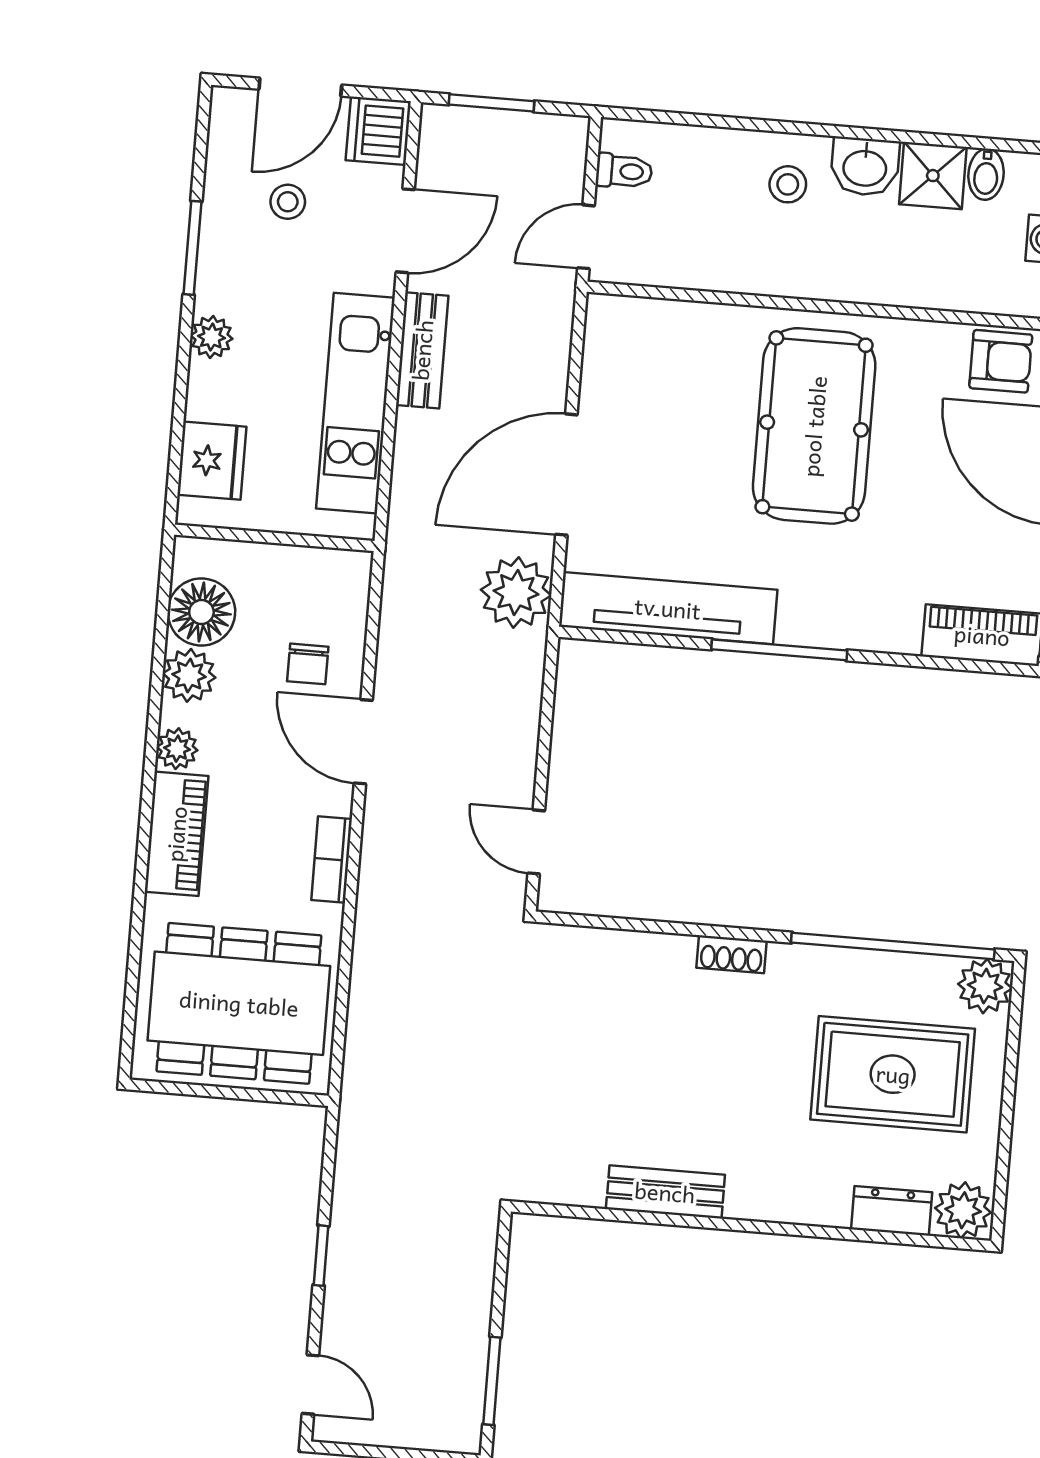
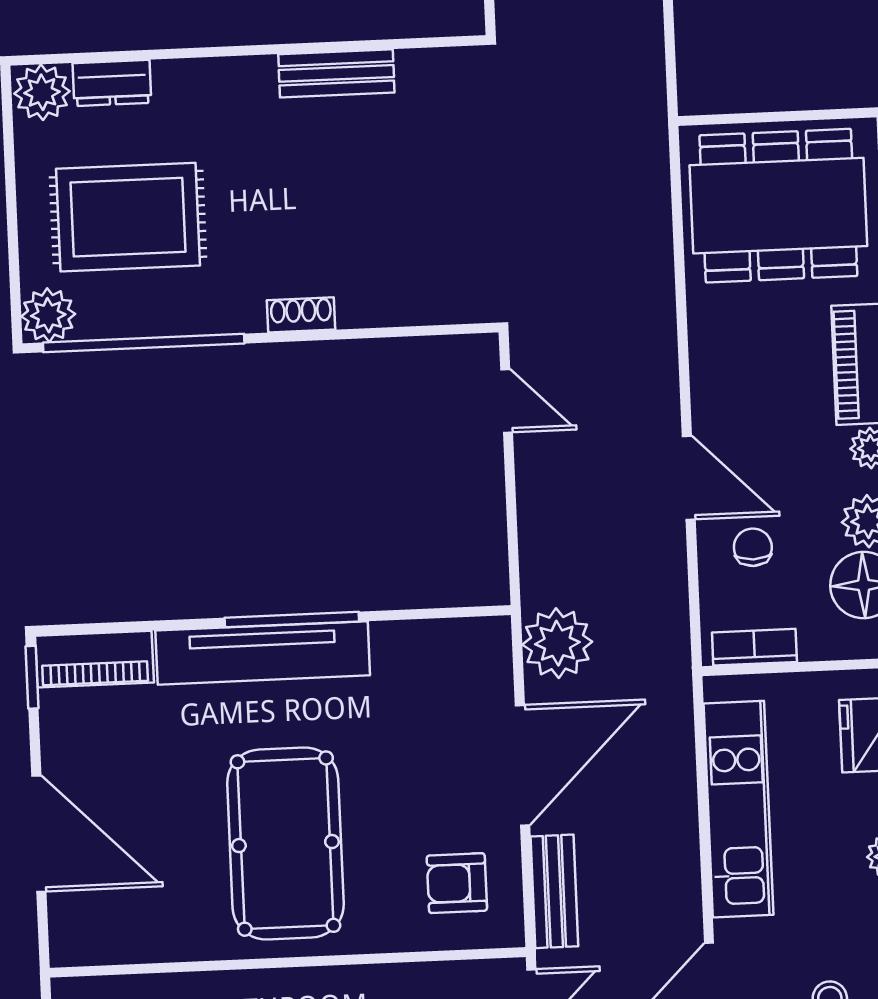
bench: (422, 350) -> (554, 891), moved
armchair: (1001, 361) -> (457, 883), moved
tv unit: (668, 608) -> (263, 653), moved
bookcase: (332, 860) -> (754, 647), moved, turned -90

